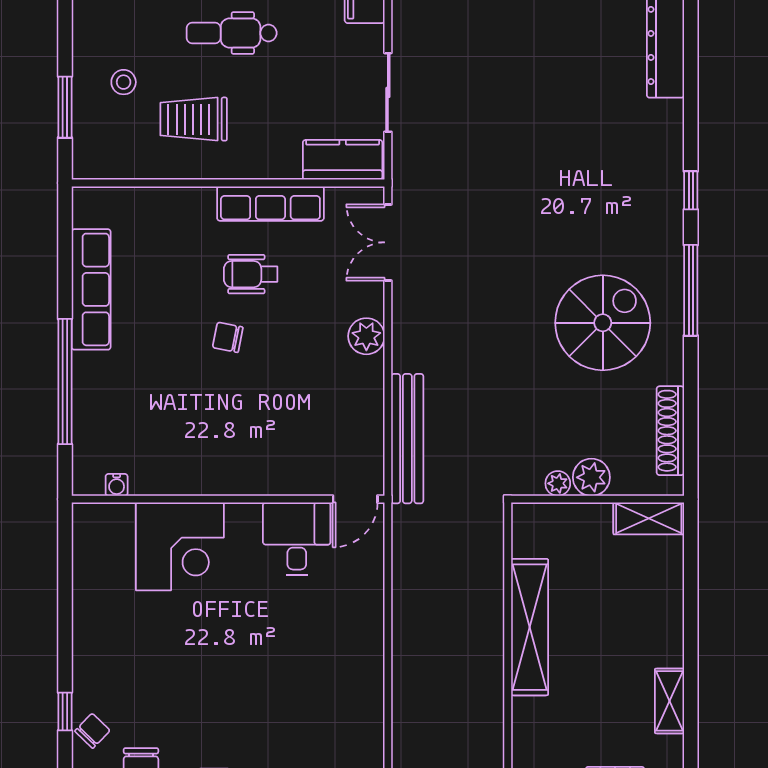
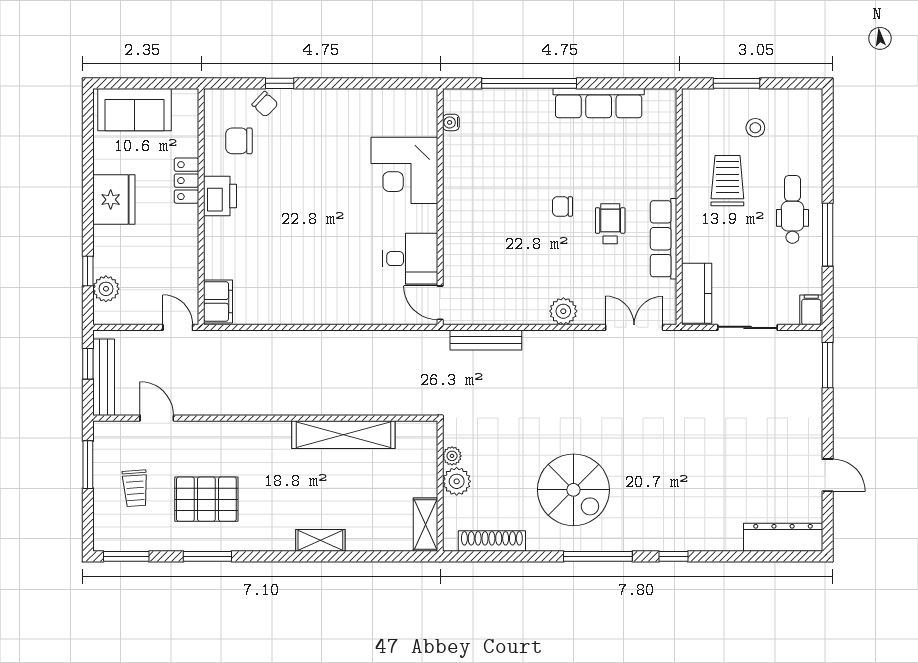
chair: (228, 337) -> (562, 206), turned -101
bench: (407, 439) -> (486, 340), width x0.73, depth x0.82
shelving: (670, 701) -> (320, 540), moved

